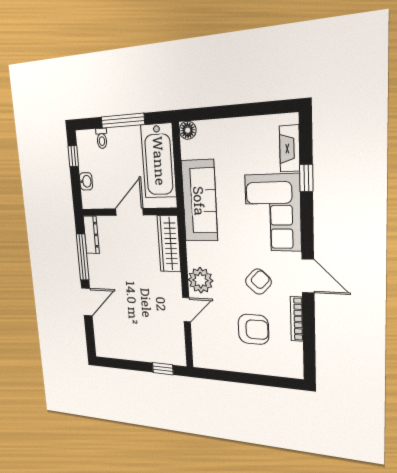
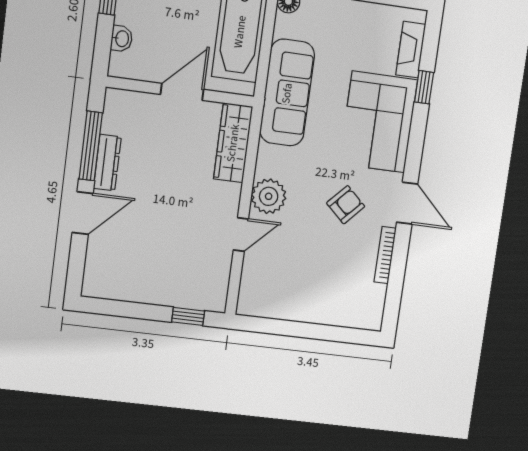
dresser: (91, 235) -> (107, 163), moved
armchair: (253, 329) -> (328, 266), removed

